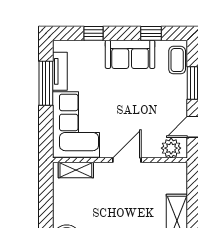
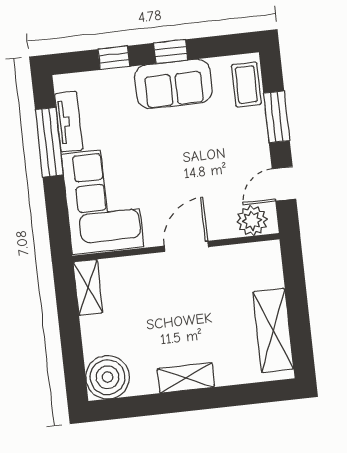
window: (151, 33) -> (171, 52), moved
shelving: (76, 170) -> (88, 287), moved, turned 90

